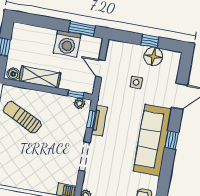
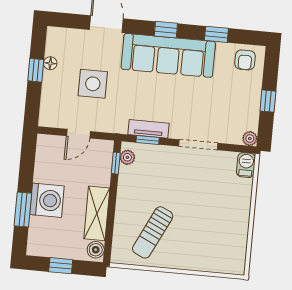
window: (82, 29) -> (23, 209), moved
washing machine: (67, 44) -> (47, 200), moved
floor lamp: (153, 56) -> (50, 63), width x0.53, depth x0.53
side table: (136, 82) -> (93, 84), width x1.87, depth x1.87
window: (165, 177) -> (216, 34), added

